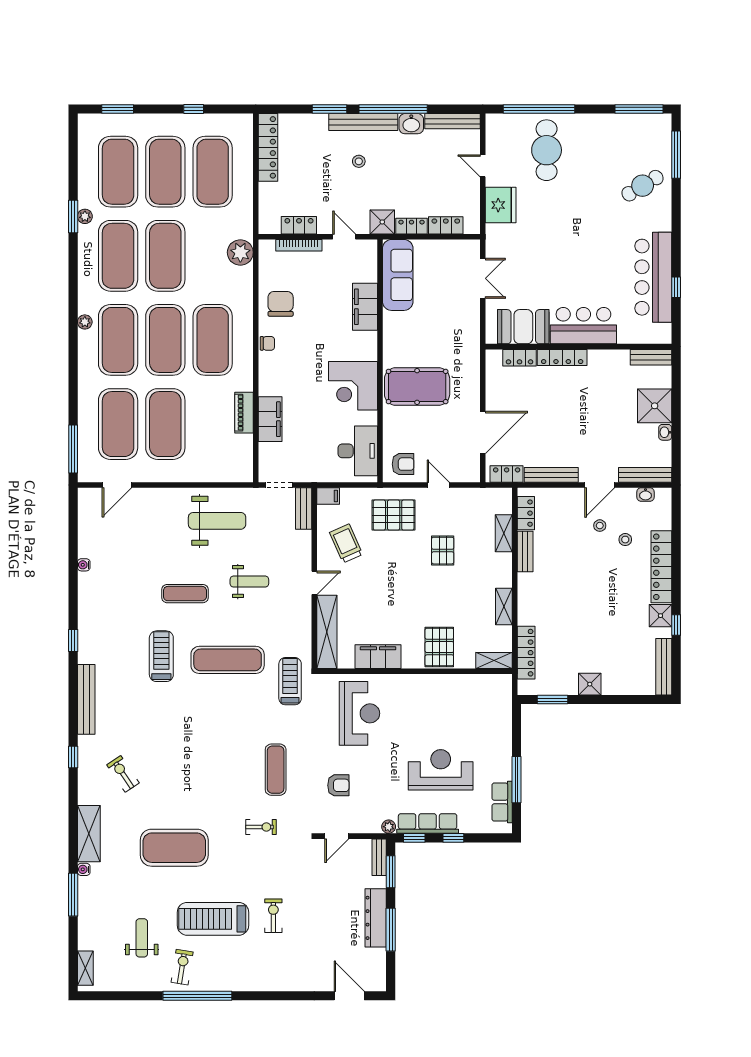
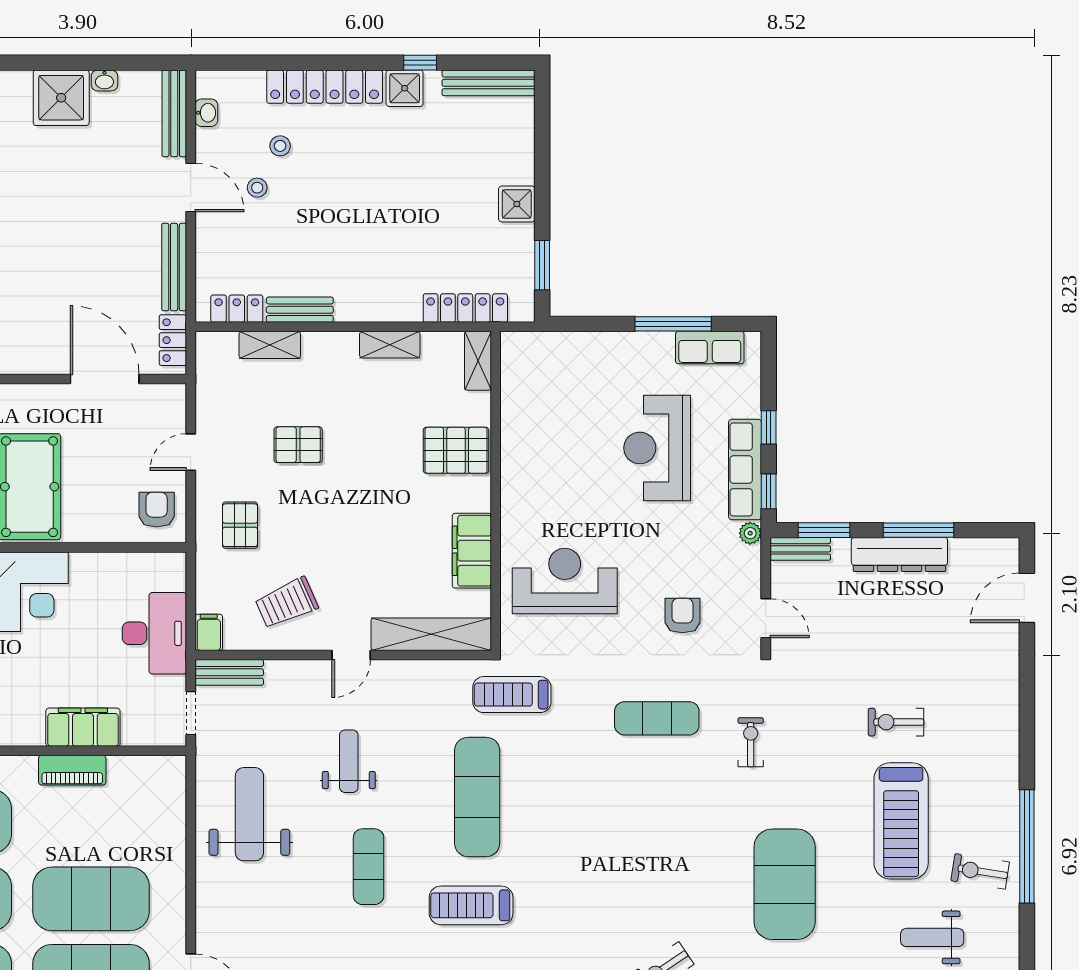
desk: (358, 451) -> (154, 633), moved, turned 90
pallet: (394, 515) -> (240, 525), width x0.67, depth x0.71
door: (314, 583) -> (351, 655), swing flipped

